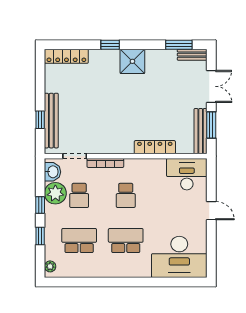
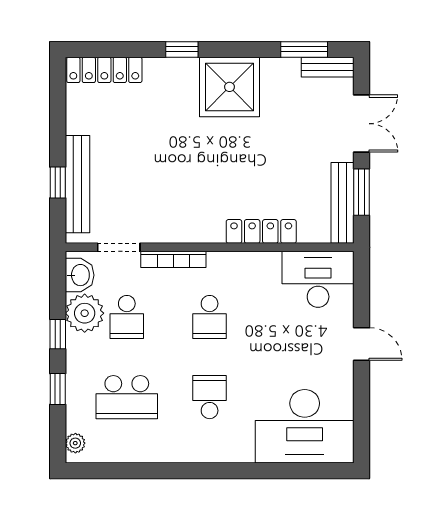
shower: (132, 61) -> (229, 87), width x1.37, depth x1.37
school desk: (79, 241) -> (127, 397), turned 180
school desk: (126, 241) -> (210, 397), width x0.54

